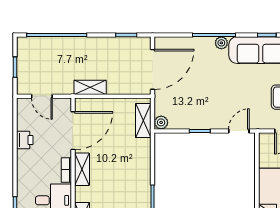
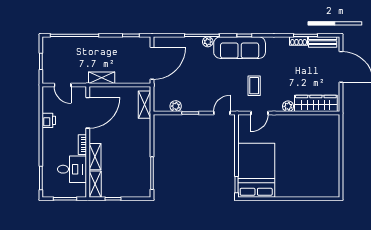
plant: (161, 122) -> (176, 106), moved
shelving: (82, 169) -> (95, 157), moved

